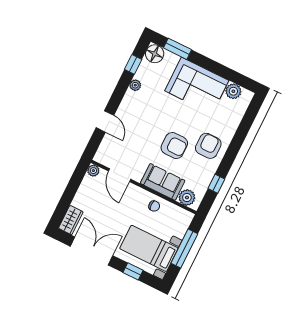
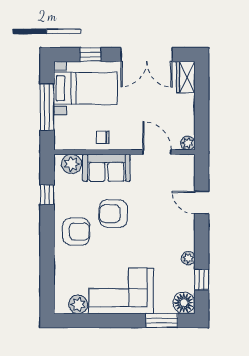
armchair: (208, 146) -> (76, 232), turned -90

